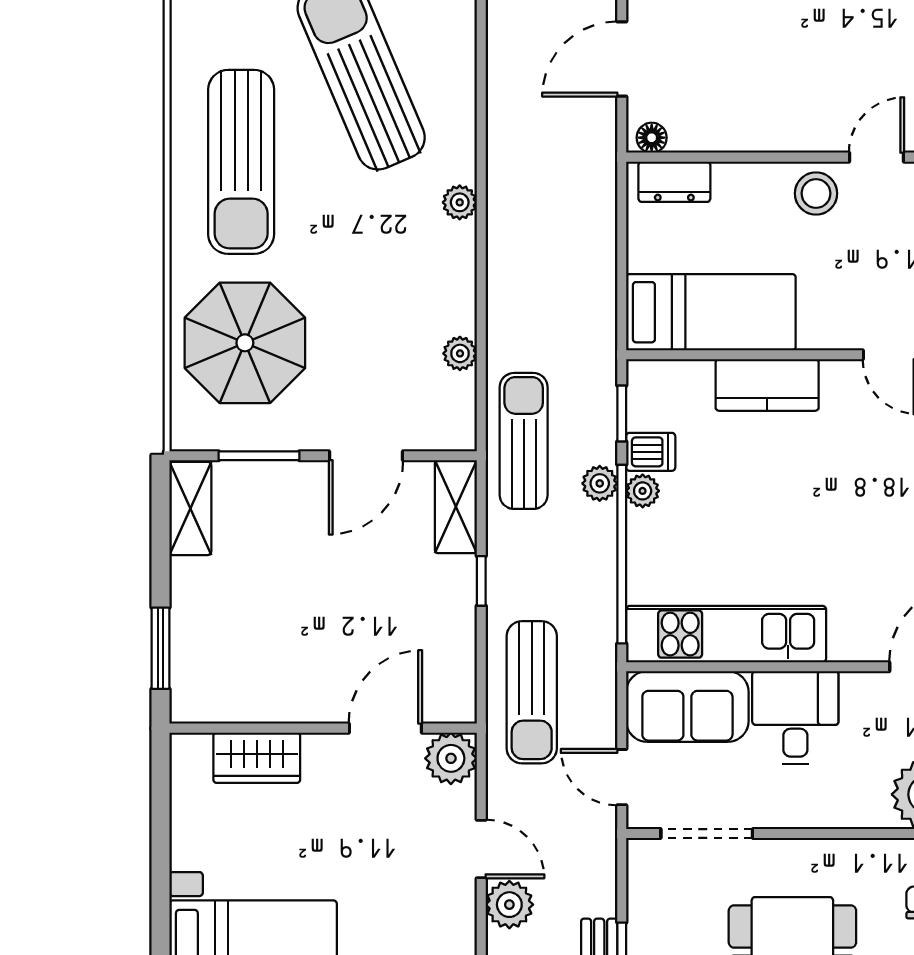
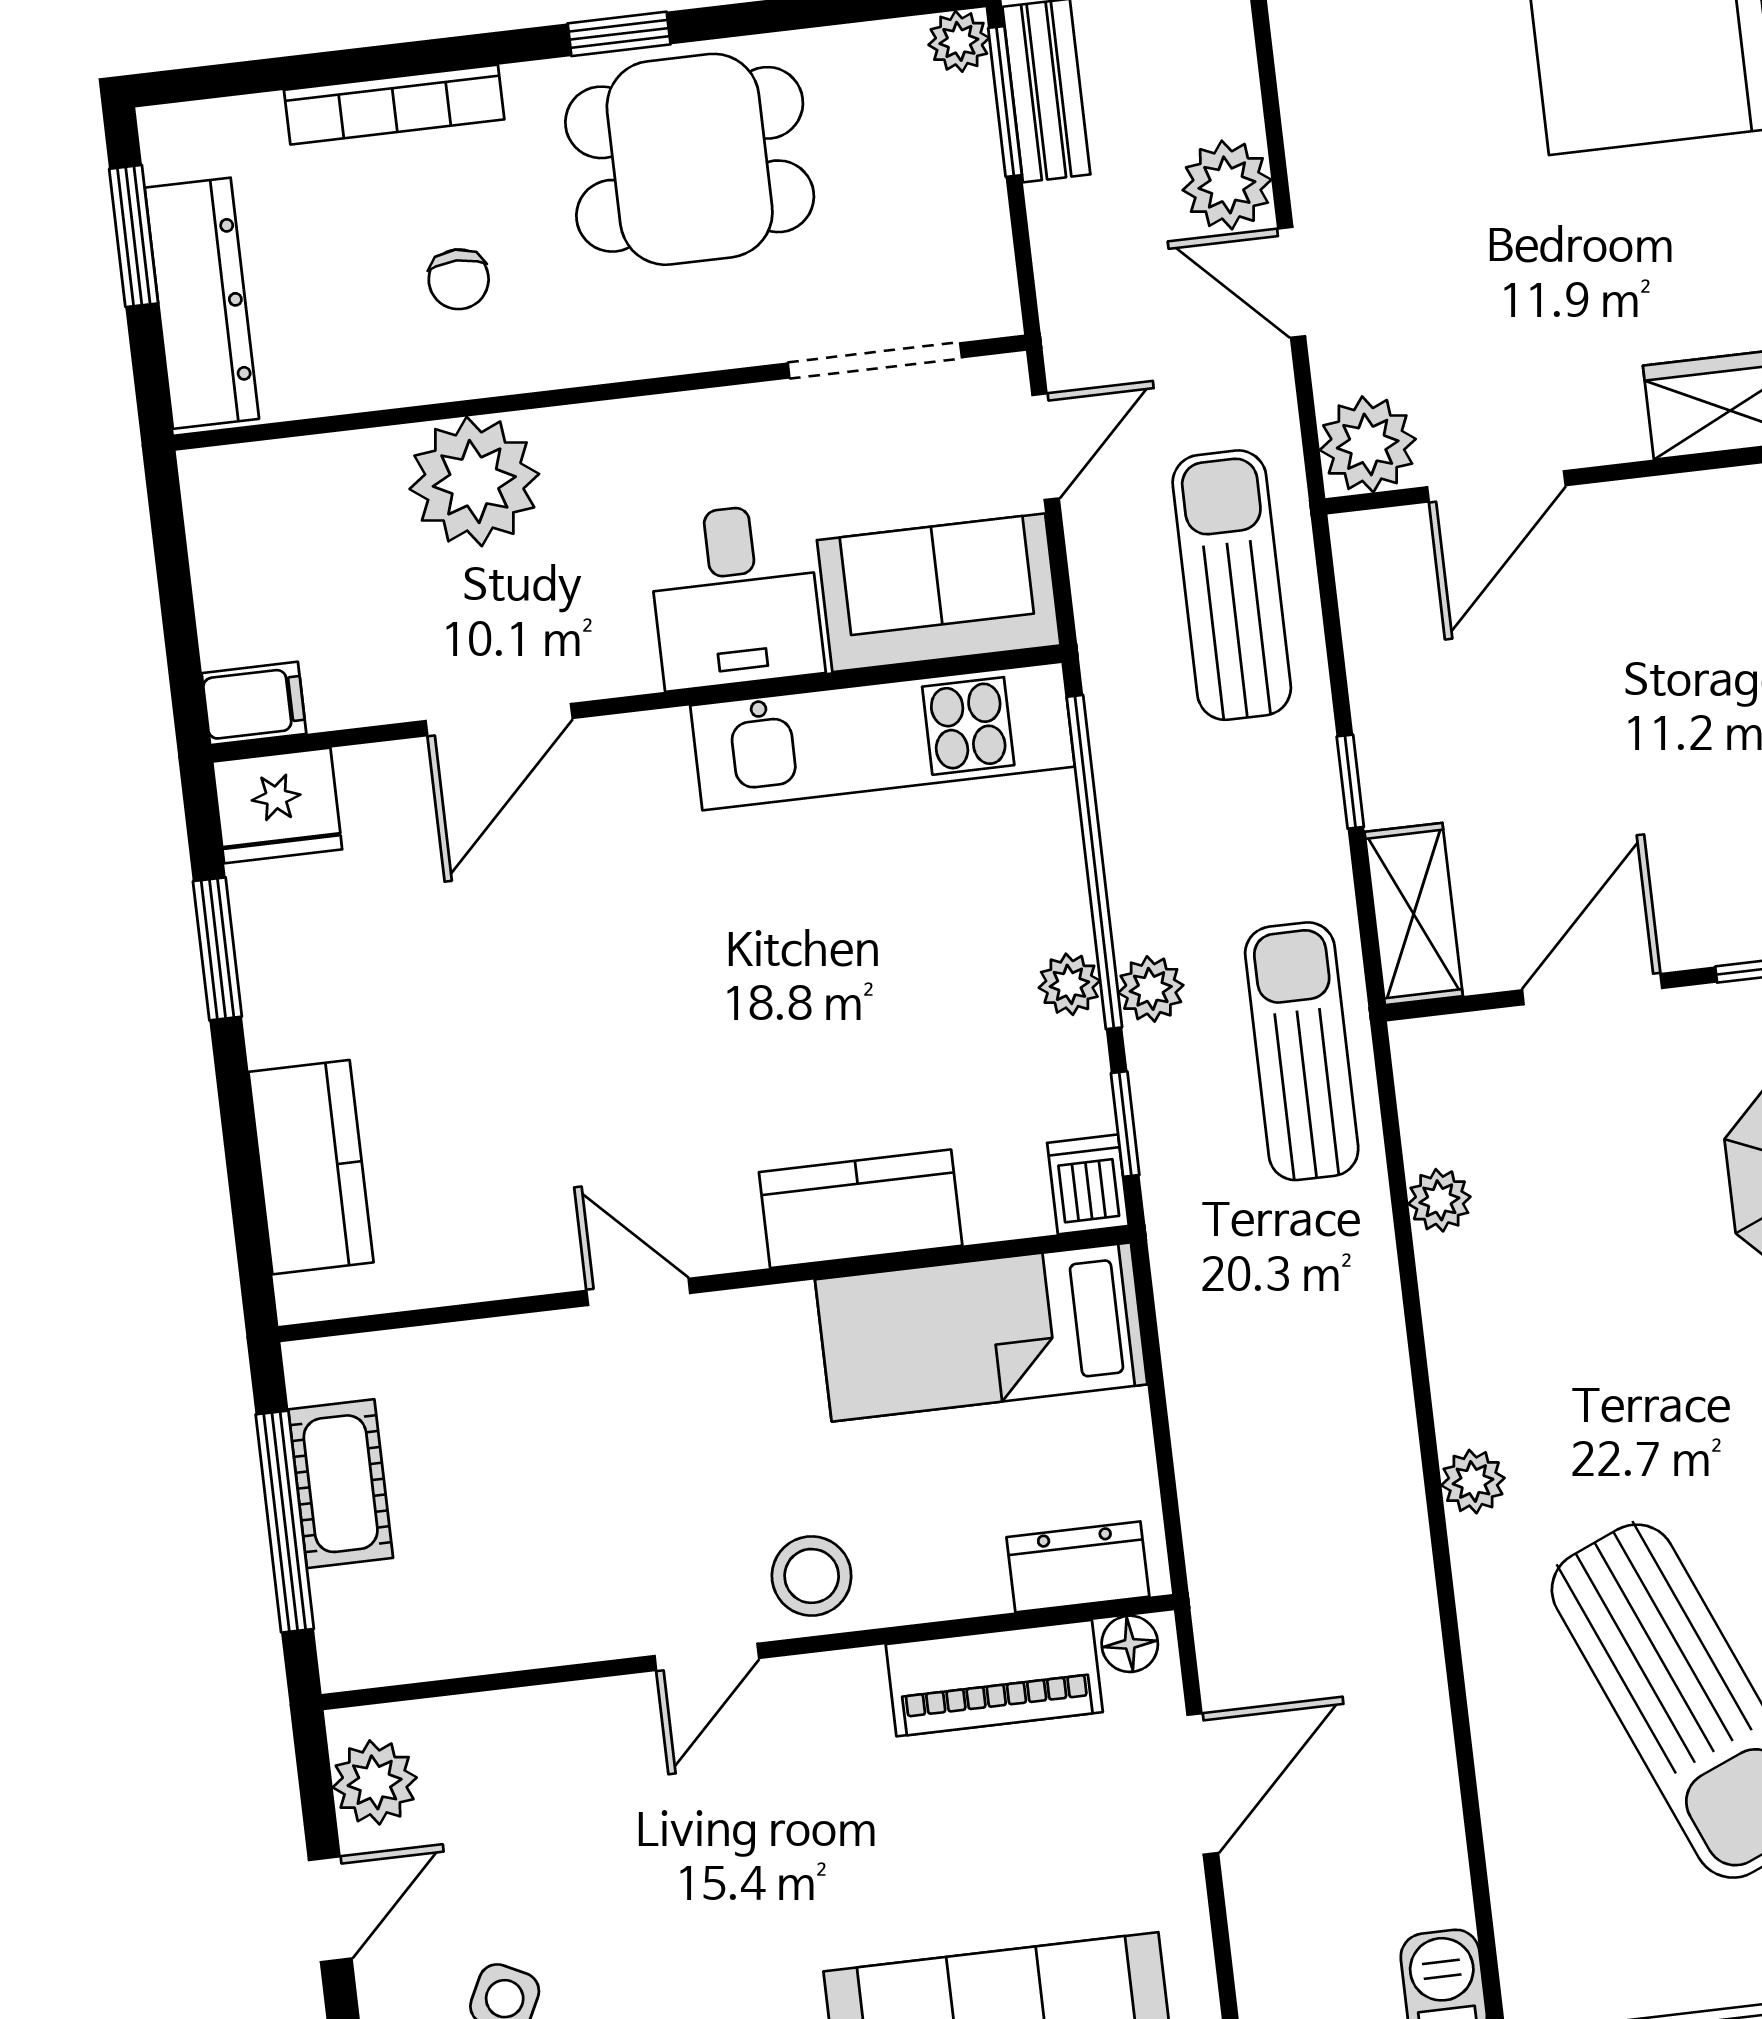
piano: (726, 128) -> (994, 1678), added
sun lounger: (524, 441) -> (1302, 1051), turned 180
dishwasher: (651, 452) -> (1088, 1184), moved, turned 90
door: (622, 777) -> (1046, 447), hinge flipped

